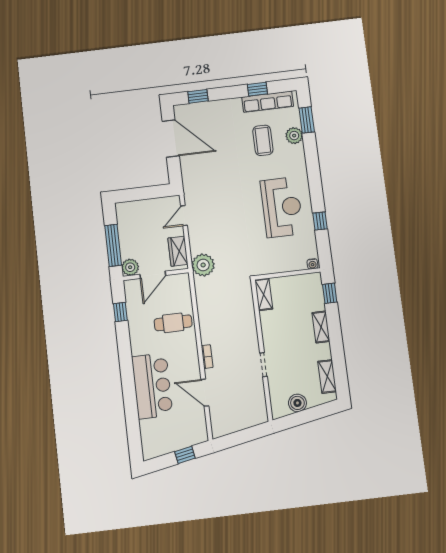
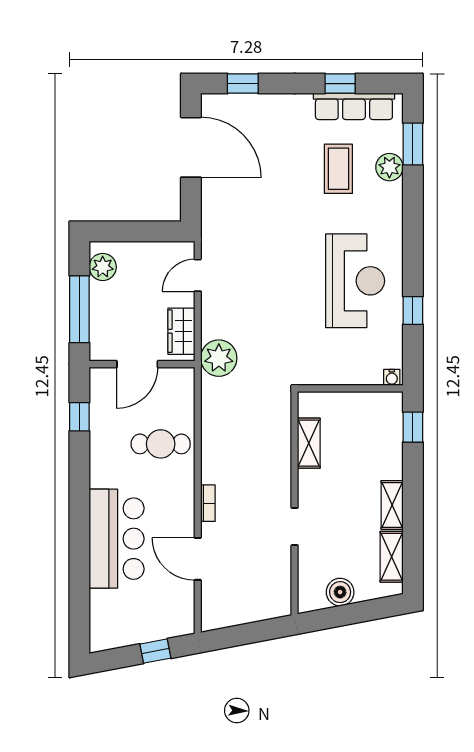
plant: (130, 267) -> (103, 267), moved
shelving: (264, 294) -> (309, 443), moved
shelving: (321, 327) -> (392, 505), moved

